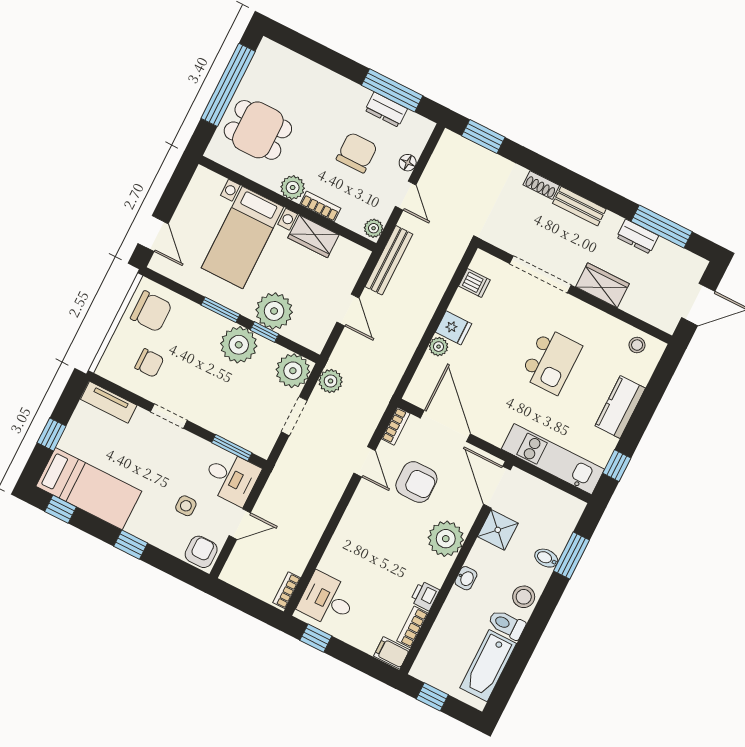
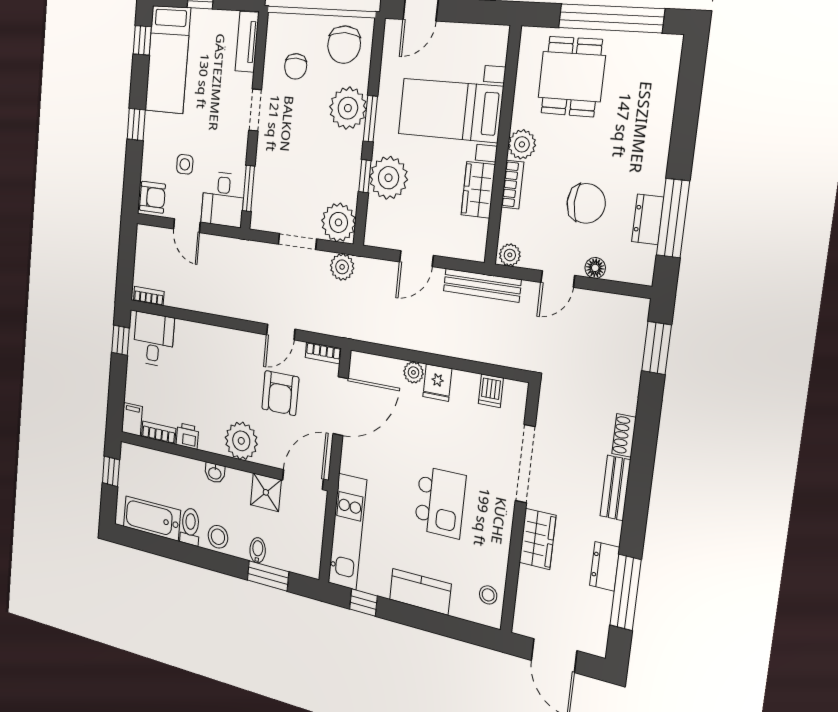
plant: (239, 345) -> (348, 108), moved
kitchen island: (551, 361) -> (440, 502), turned -90

